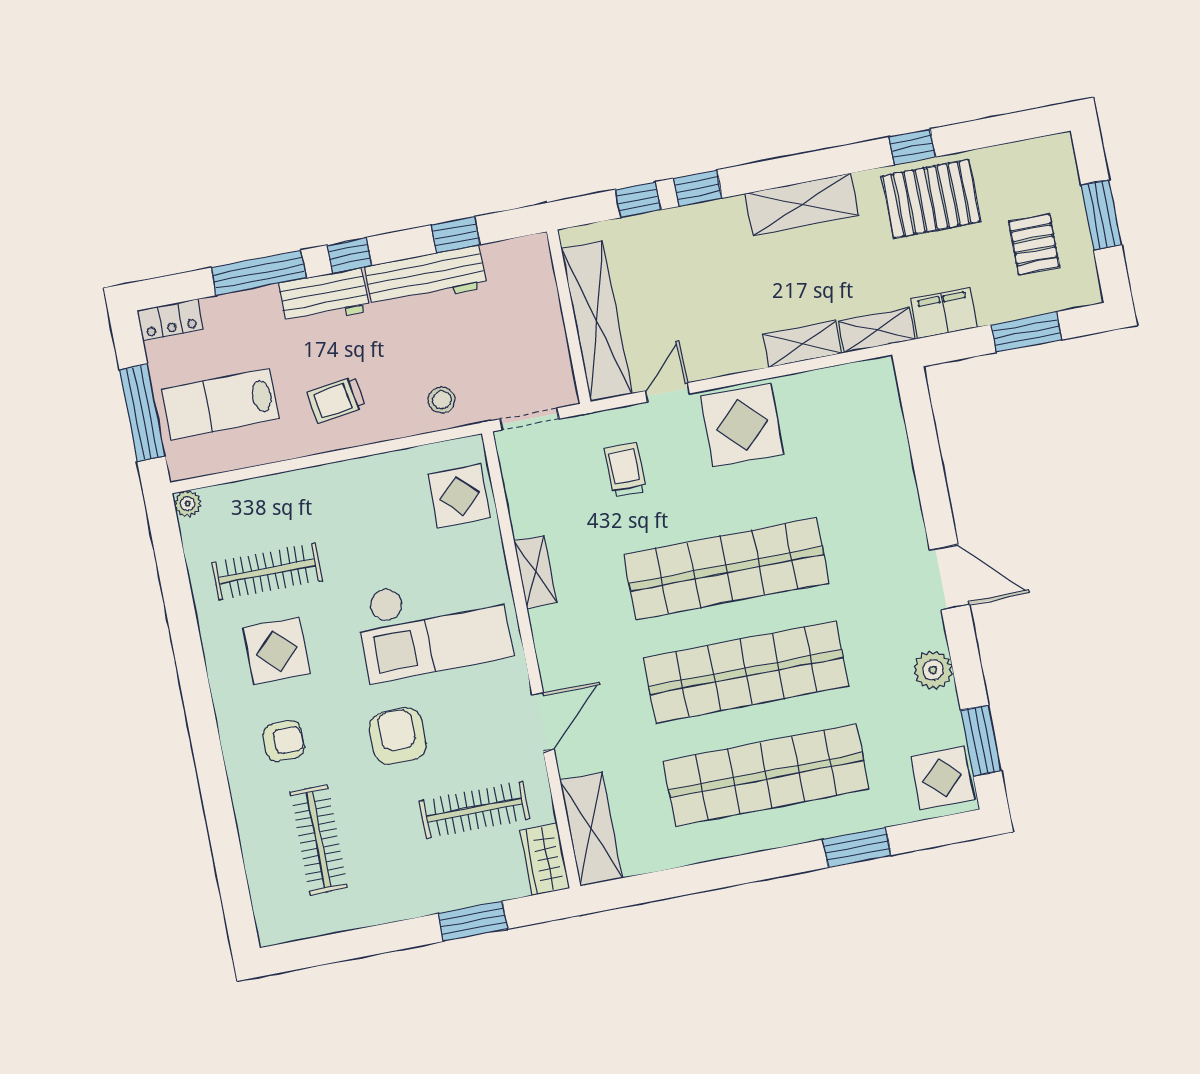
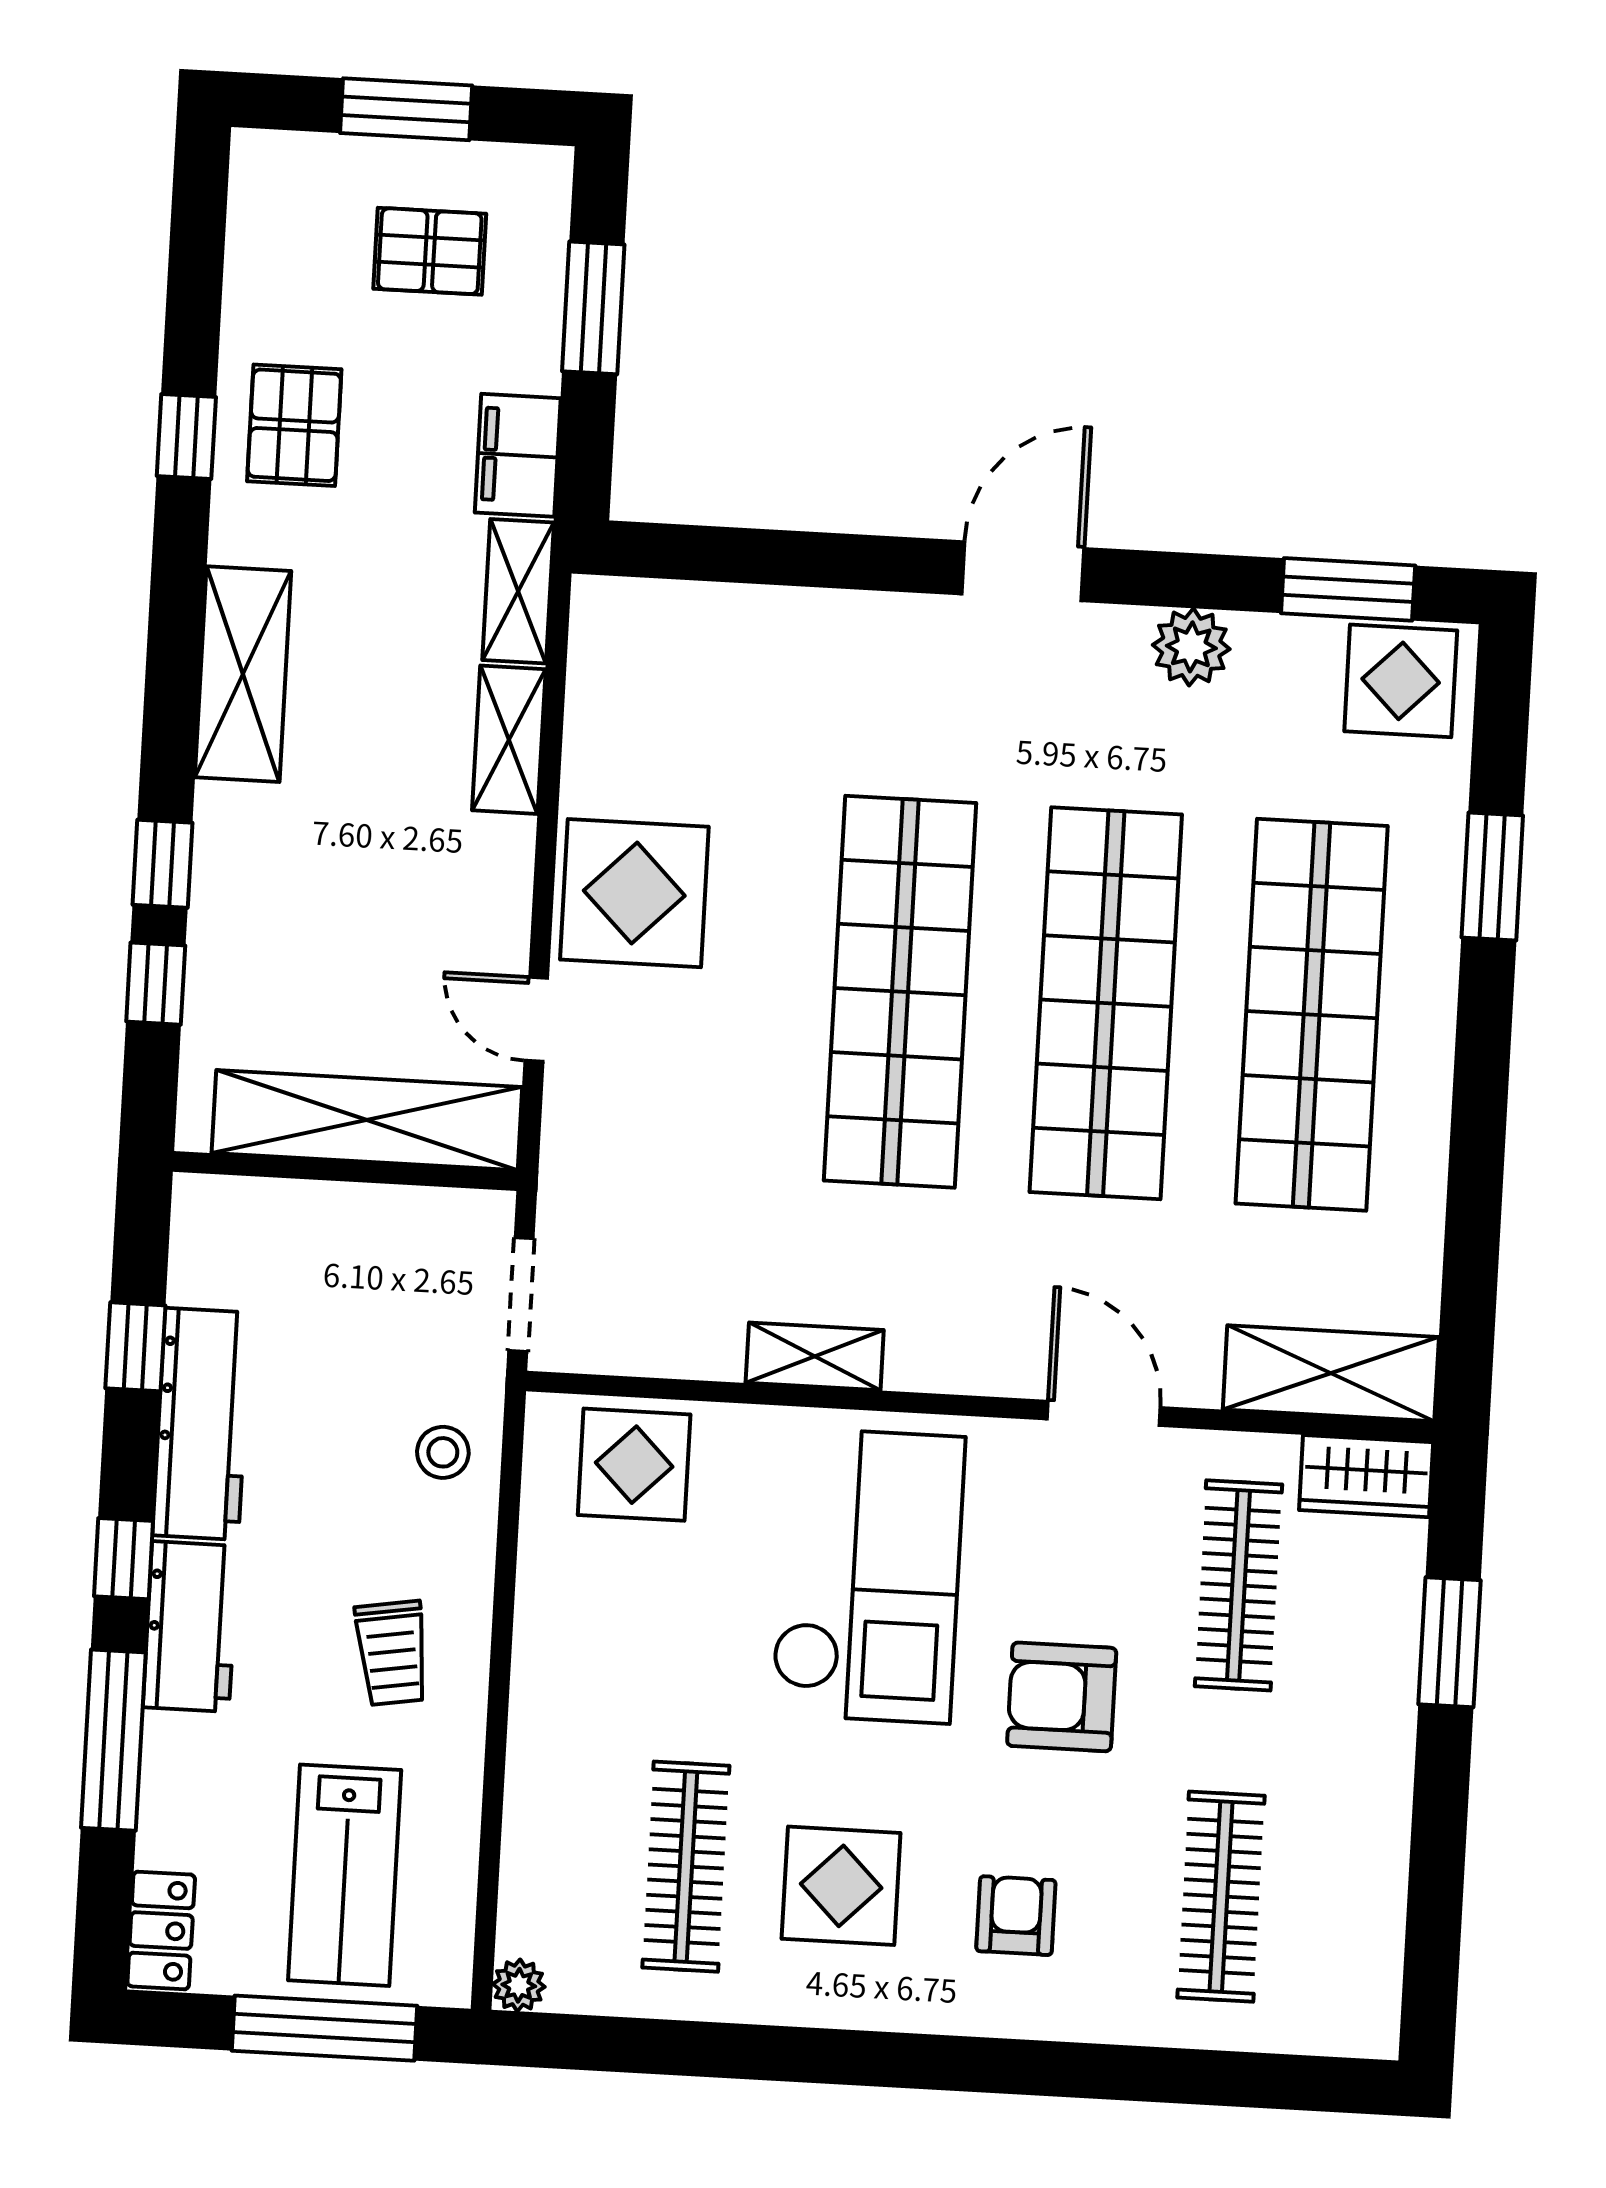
pallet: (931, 199) -> (294, 425), width x0.67, depth x0.71
trolley: (625, 470) -> (664, 1137), removed
clothes rail: (319, 840) -> (1221, 1897), turned 90

